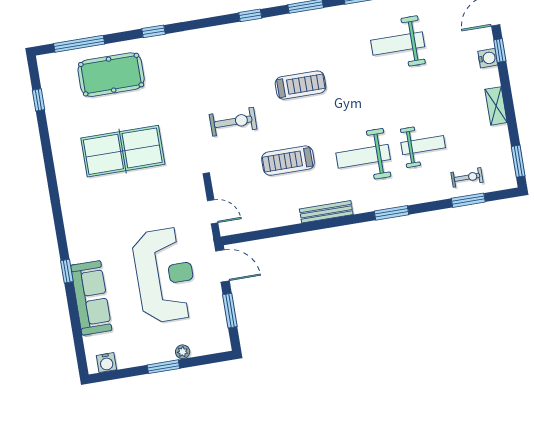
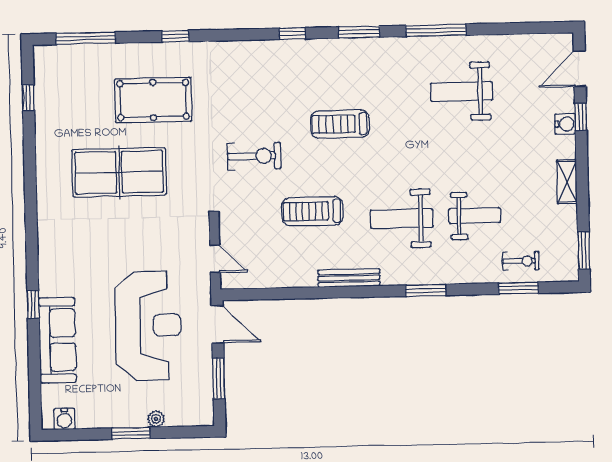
pool table: (111, 75) -> (153, 100), moved
treadmill: (300, 85) -> (340, 124), turned 180

